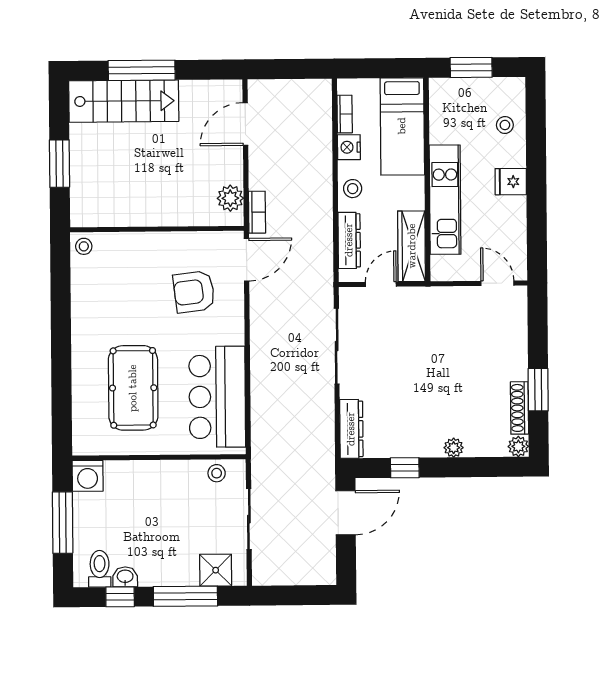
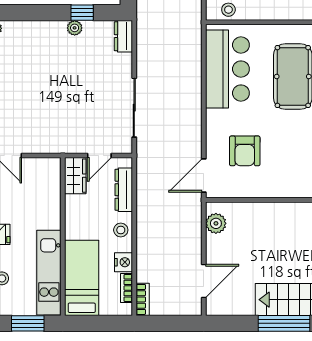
kitchen unit: (445, 200) -> (49, 273), moved
bookcase: (257, 212) -> (143, 299), moved, turned 180
wardrobe: (412, 246) -> (75, 176), width x0.67
armchair: (194, 292) -> (245, 151), turned 97
dresser: (351, 429) -> (123, 36), width x0.70
plant: (454, 448) -> (75, 28), moved

